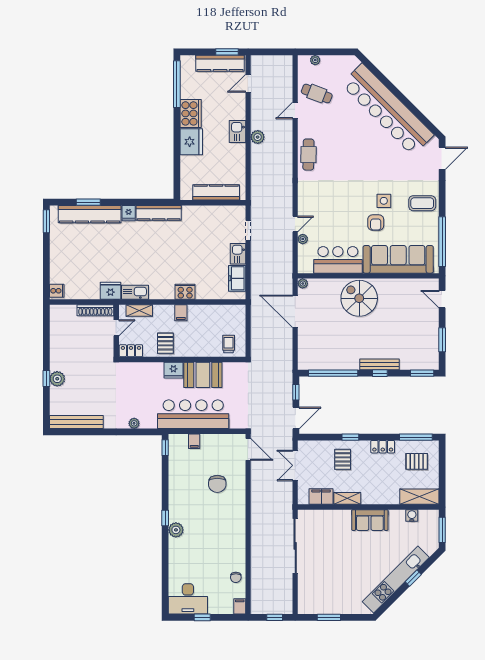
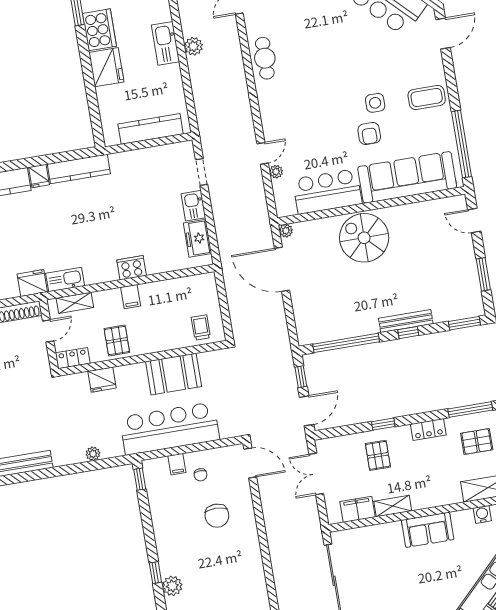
kitchen sink: (237, 132) -> (165, 43), width x1.38
fridge: (173, 370) -> (102, 380), moved
chair: (210, 452) -> (201, 475), added

